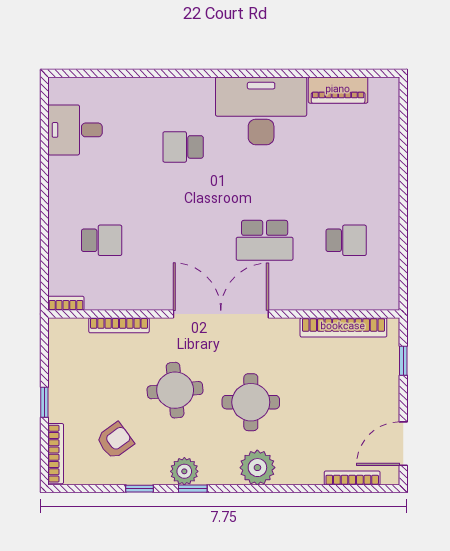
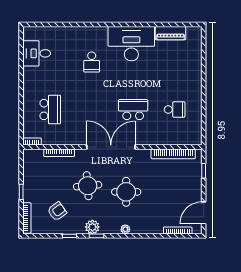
school desk: (183, 147) -> (92, 62), turned -90
school desk: (102, 240) -> (50, 110), width x1.85
school desk: (265, 240) -> (133, 110), turned 180
plant: (257, 468) -> (125, 229), width x0.53, depth x0.53

